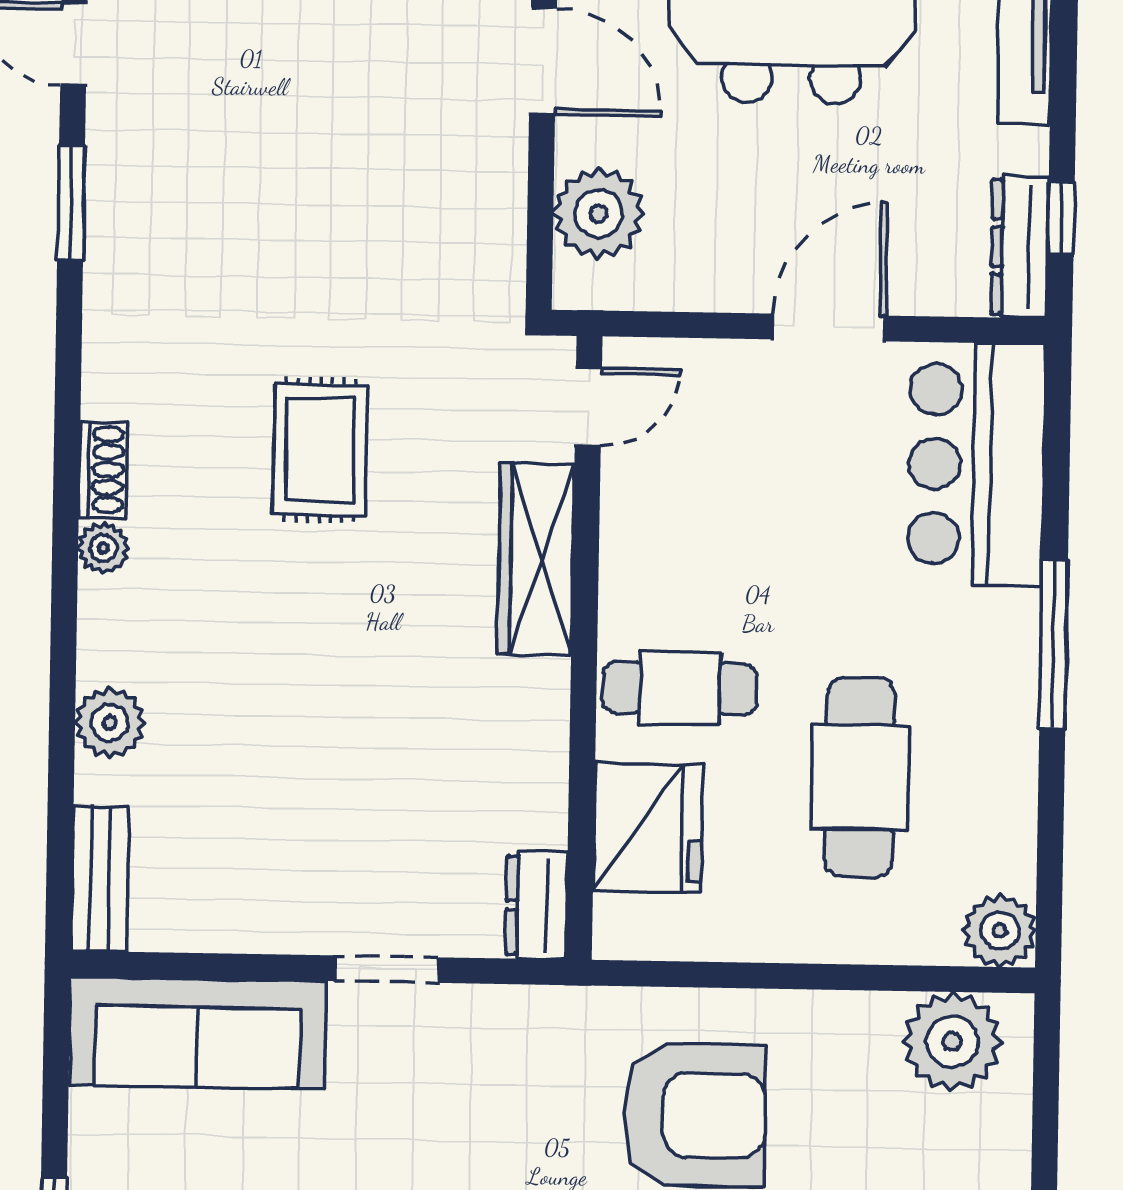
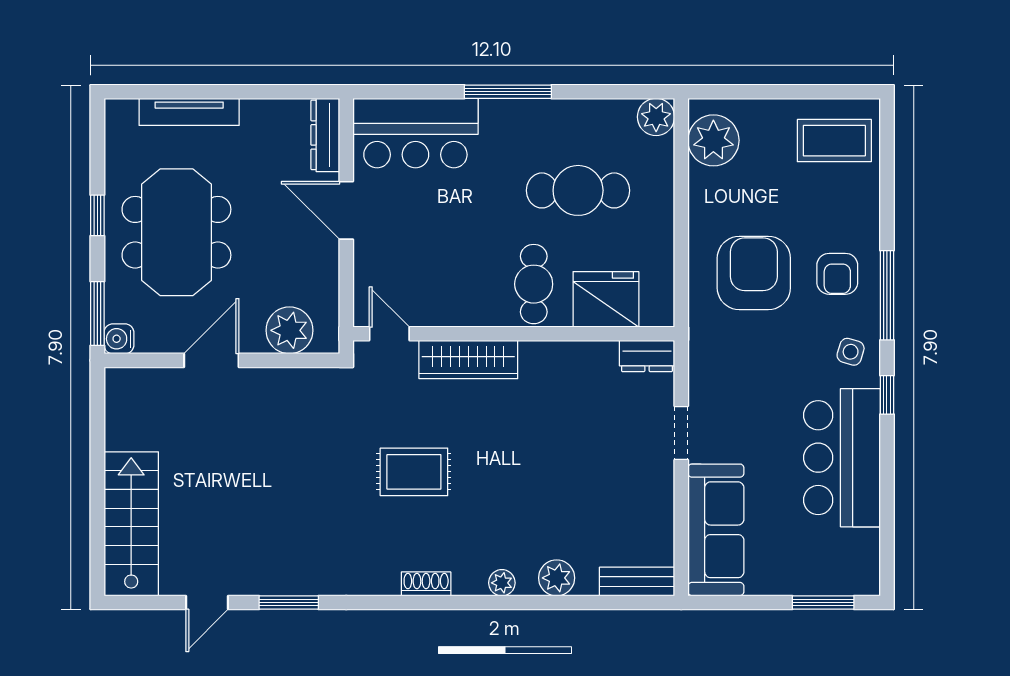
window: (1061, 218) -> (288, 92), removed
dresser: (1020, 247) -> (325, 135), moved, turned 90
plant: (103, 548) -> (502, 583), moved

